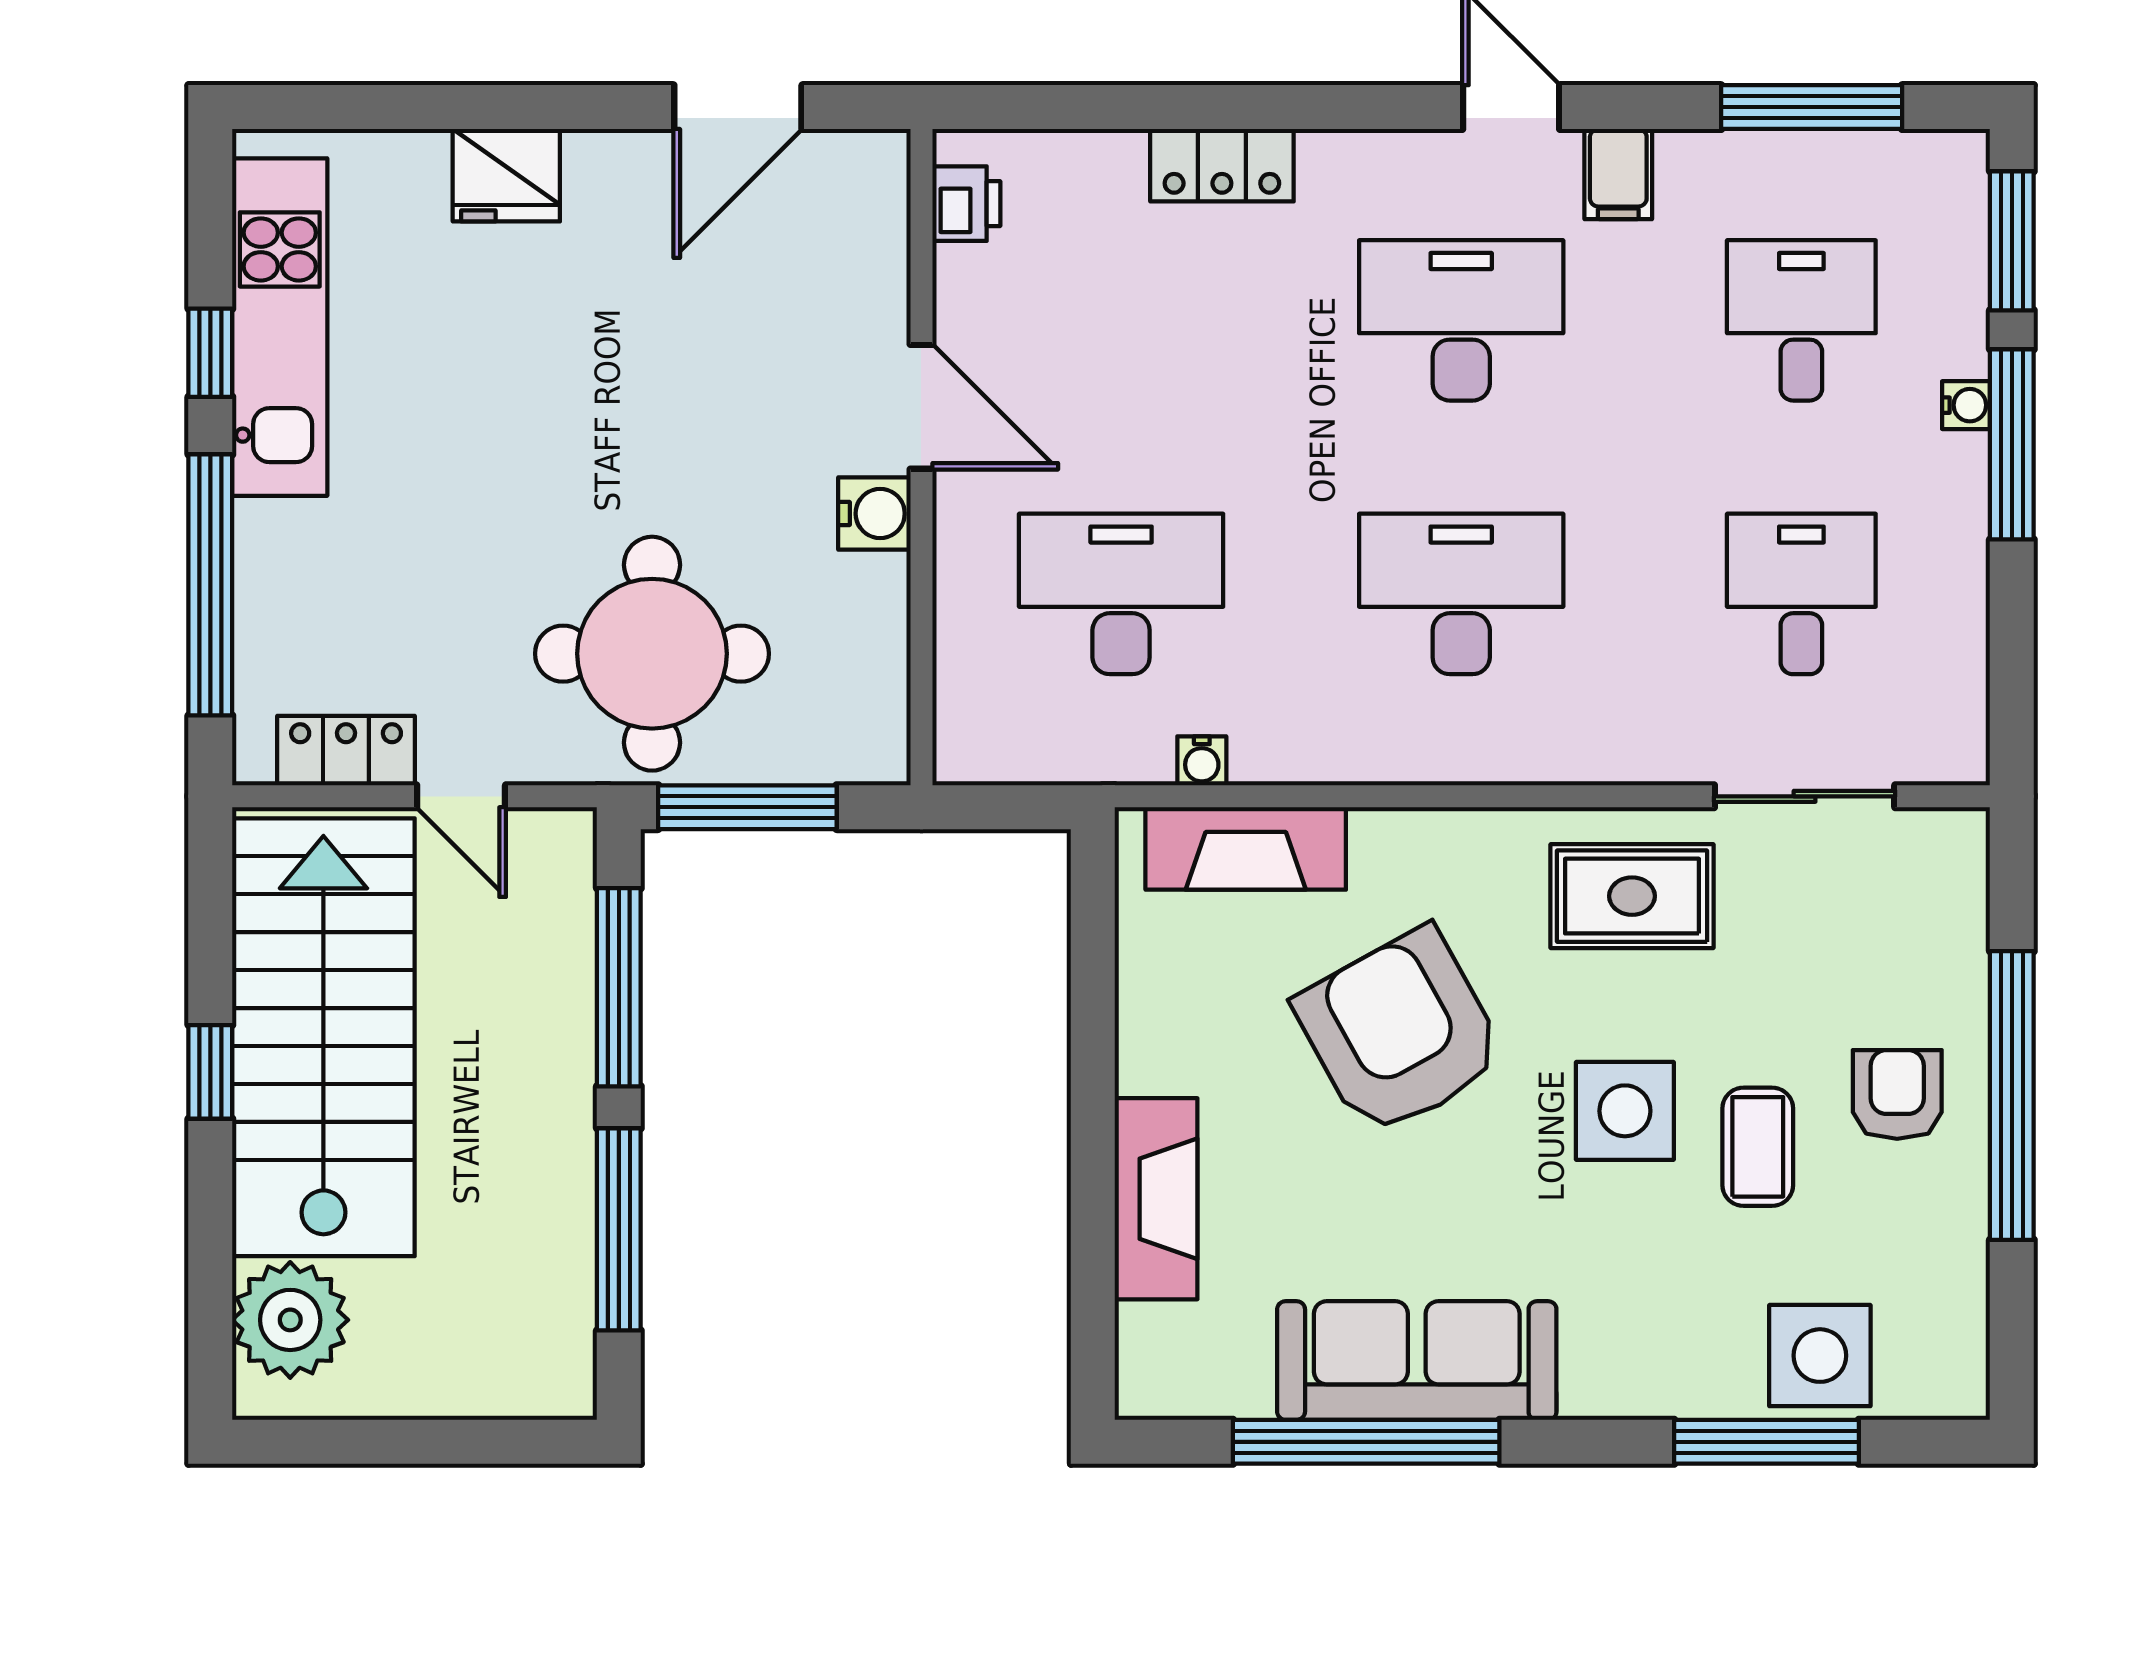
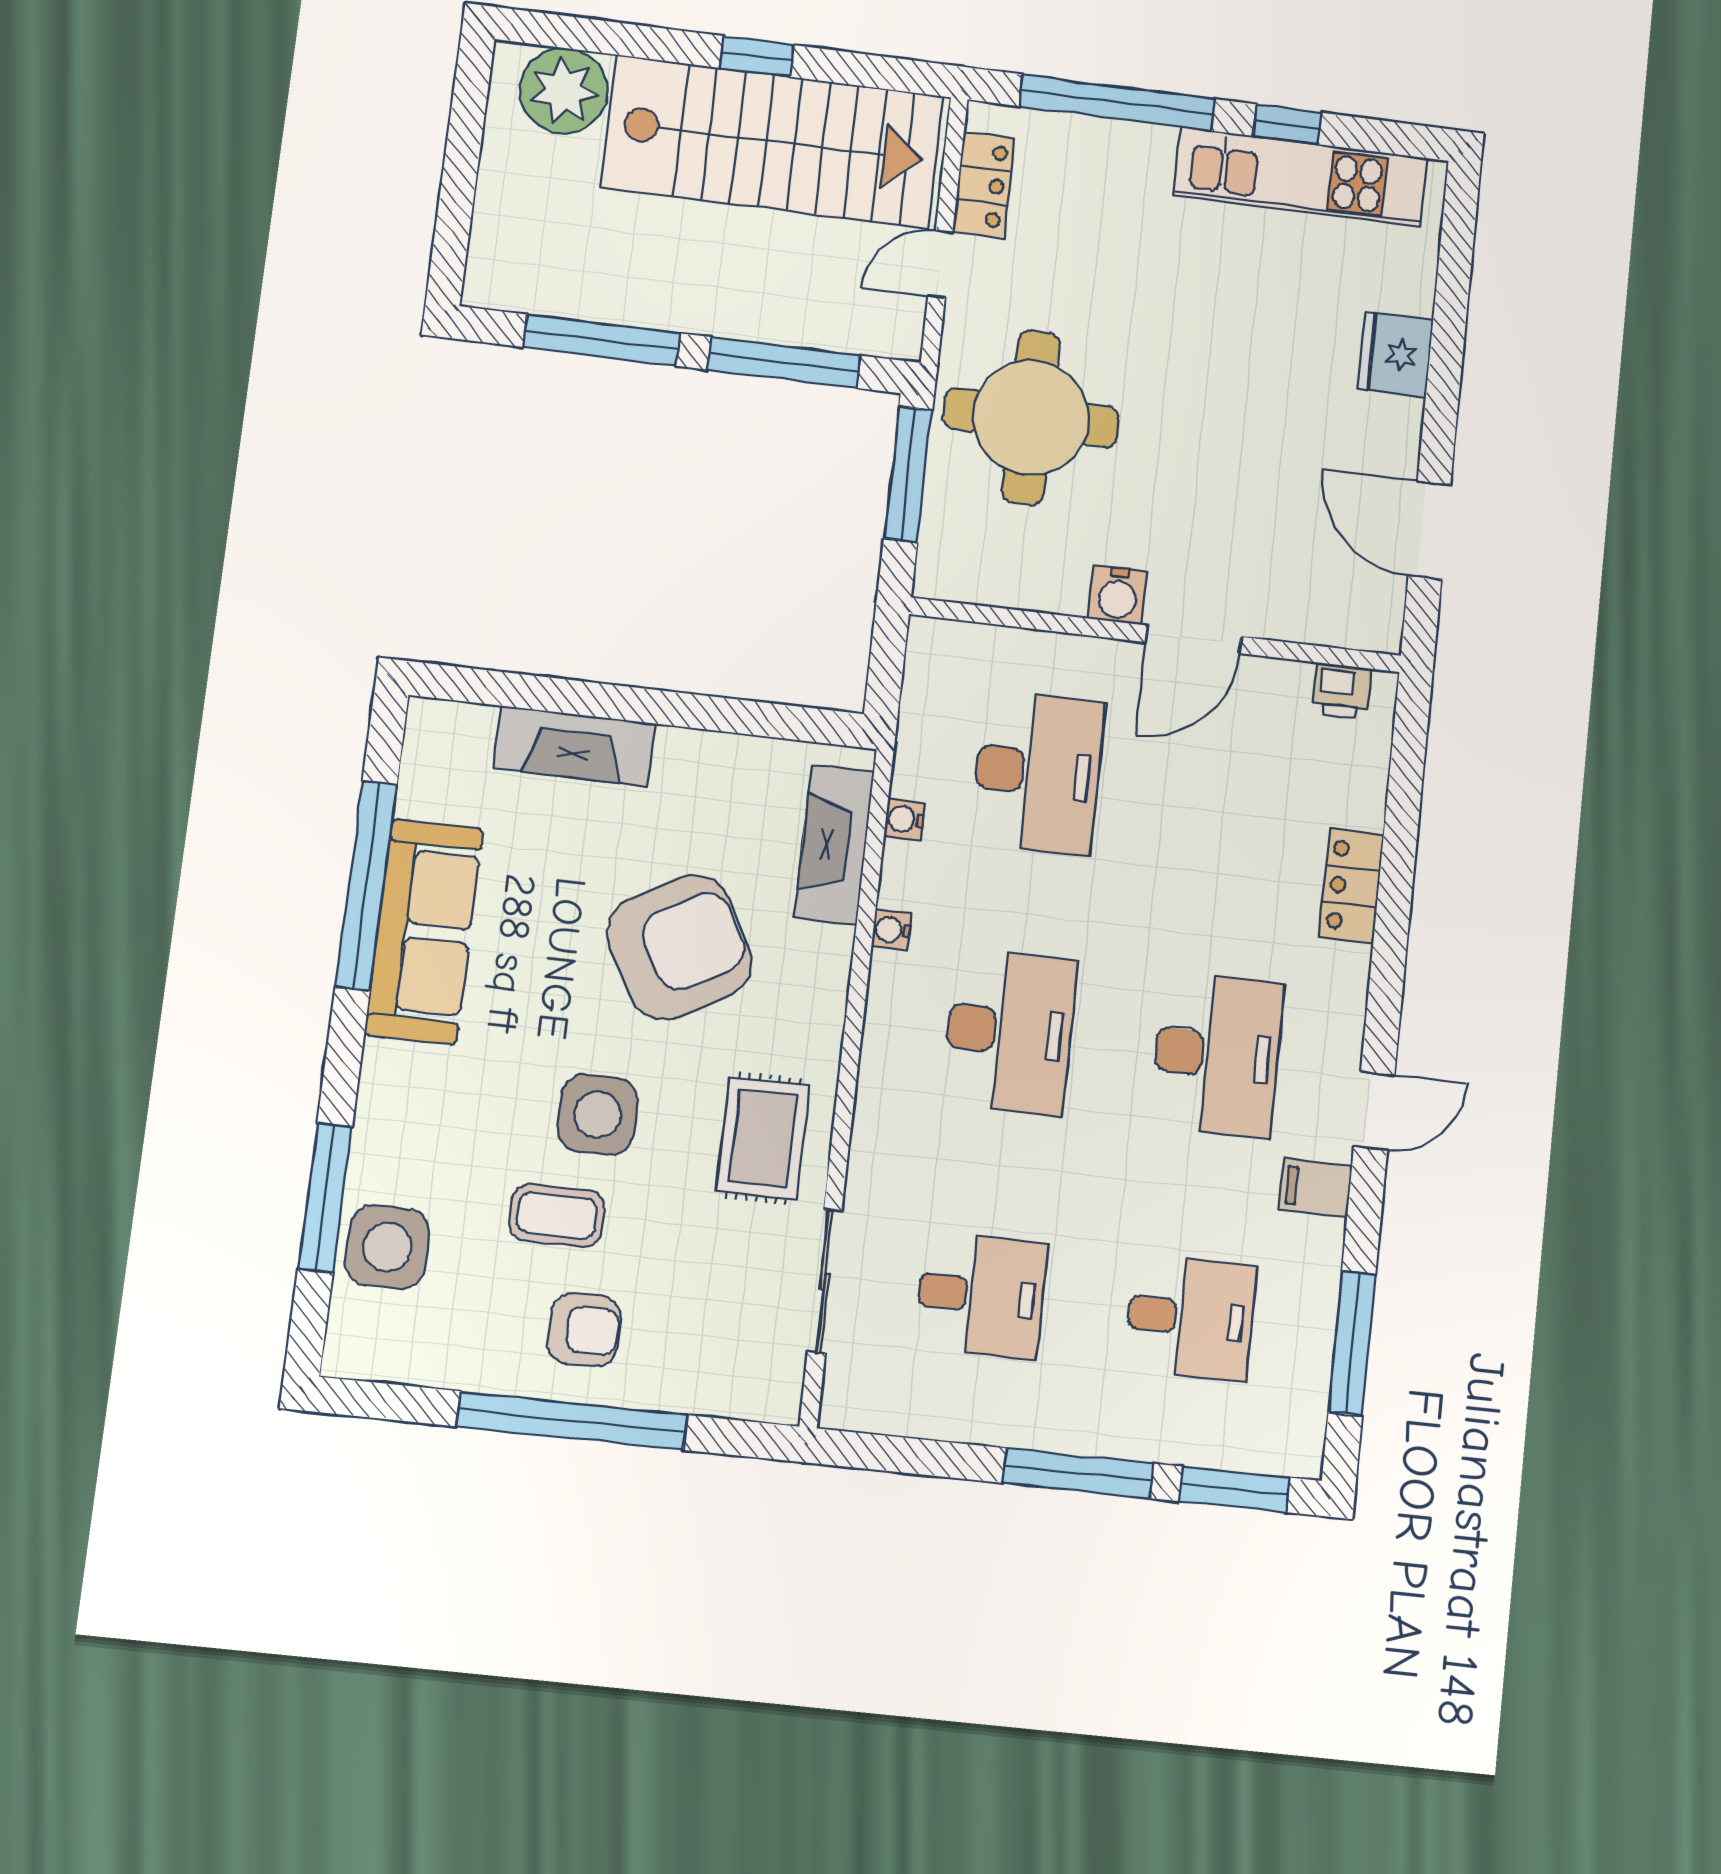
water cooler: (1966, 405) -> (892, 930), moved, turned 90

